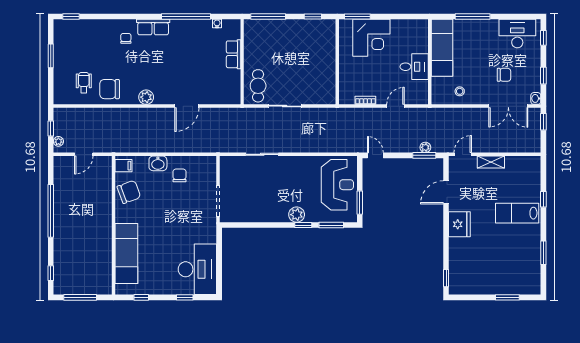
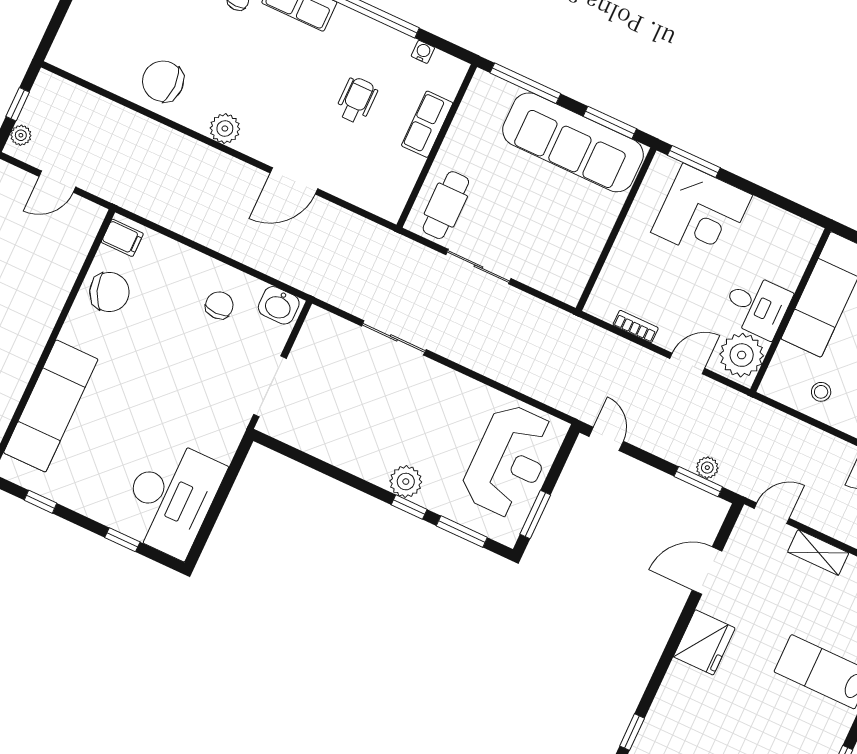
window: (313, 17) -> (610, 122), width x1.50
sofa: (301, 33) -> (573, 142), added
wheelchair: (84, 83) -> (357, 100), moved
plant: (418, 91) -> (742, 355), added
washbasin: (158, 163) -> (279, 305), moved

